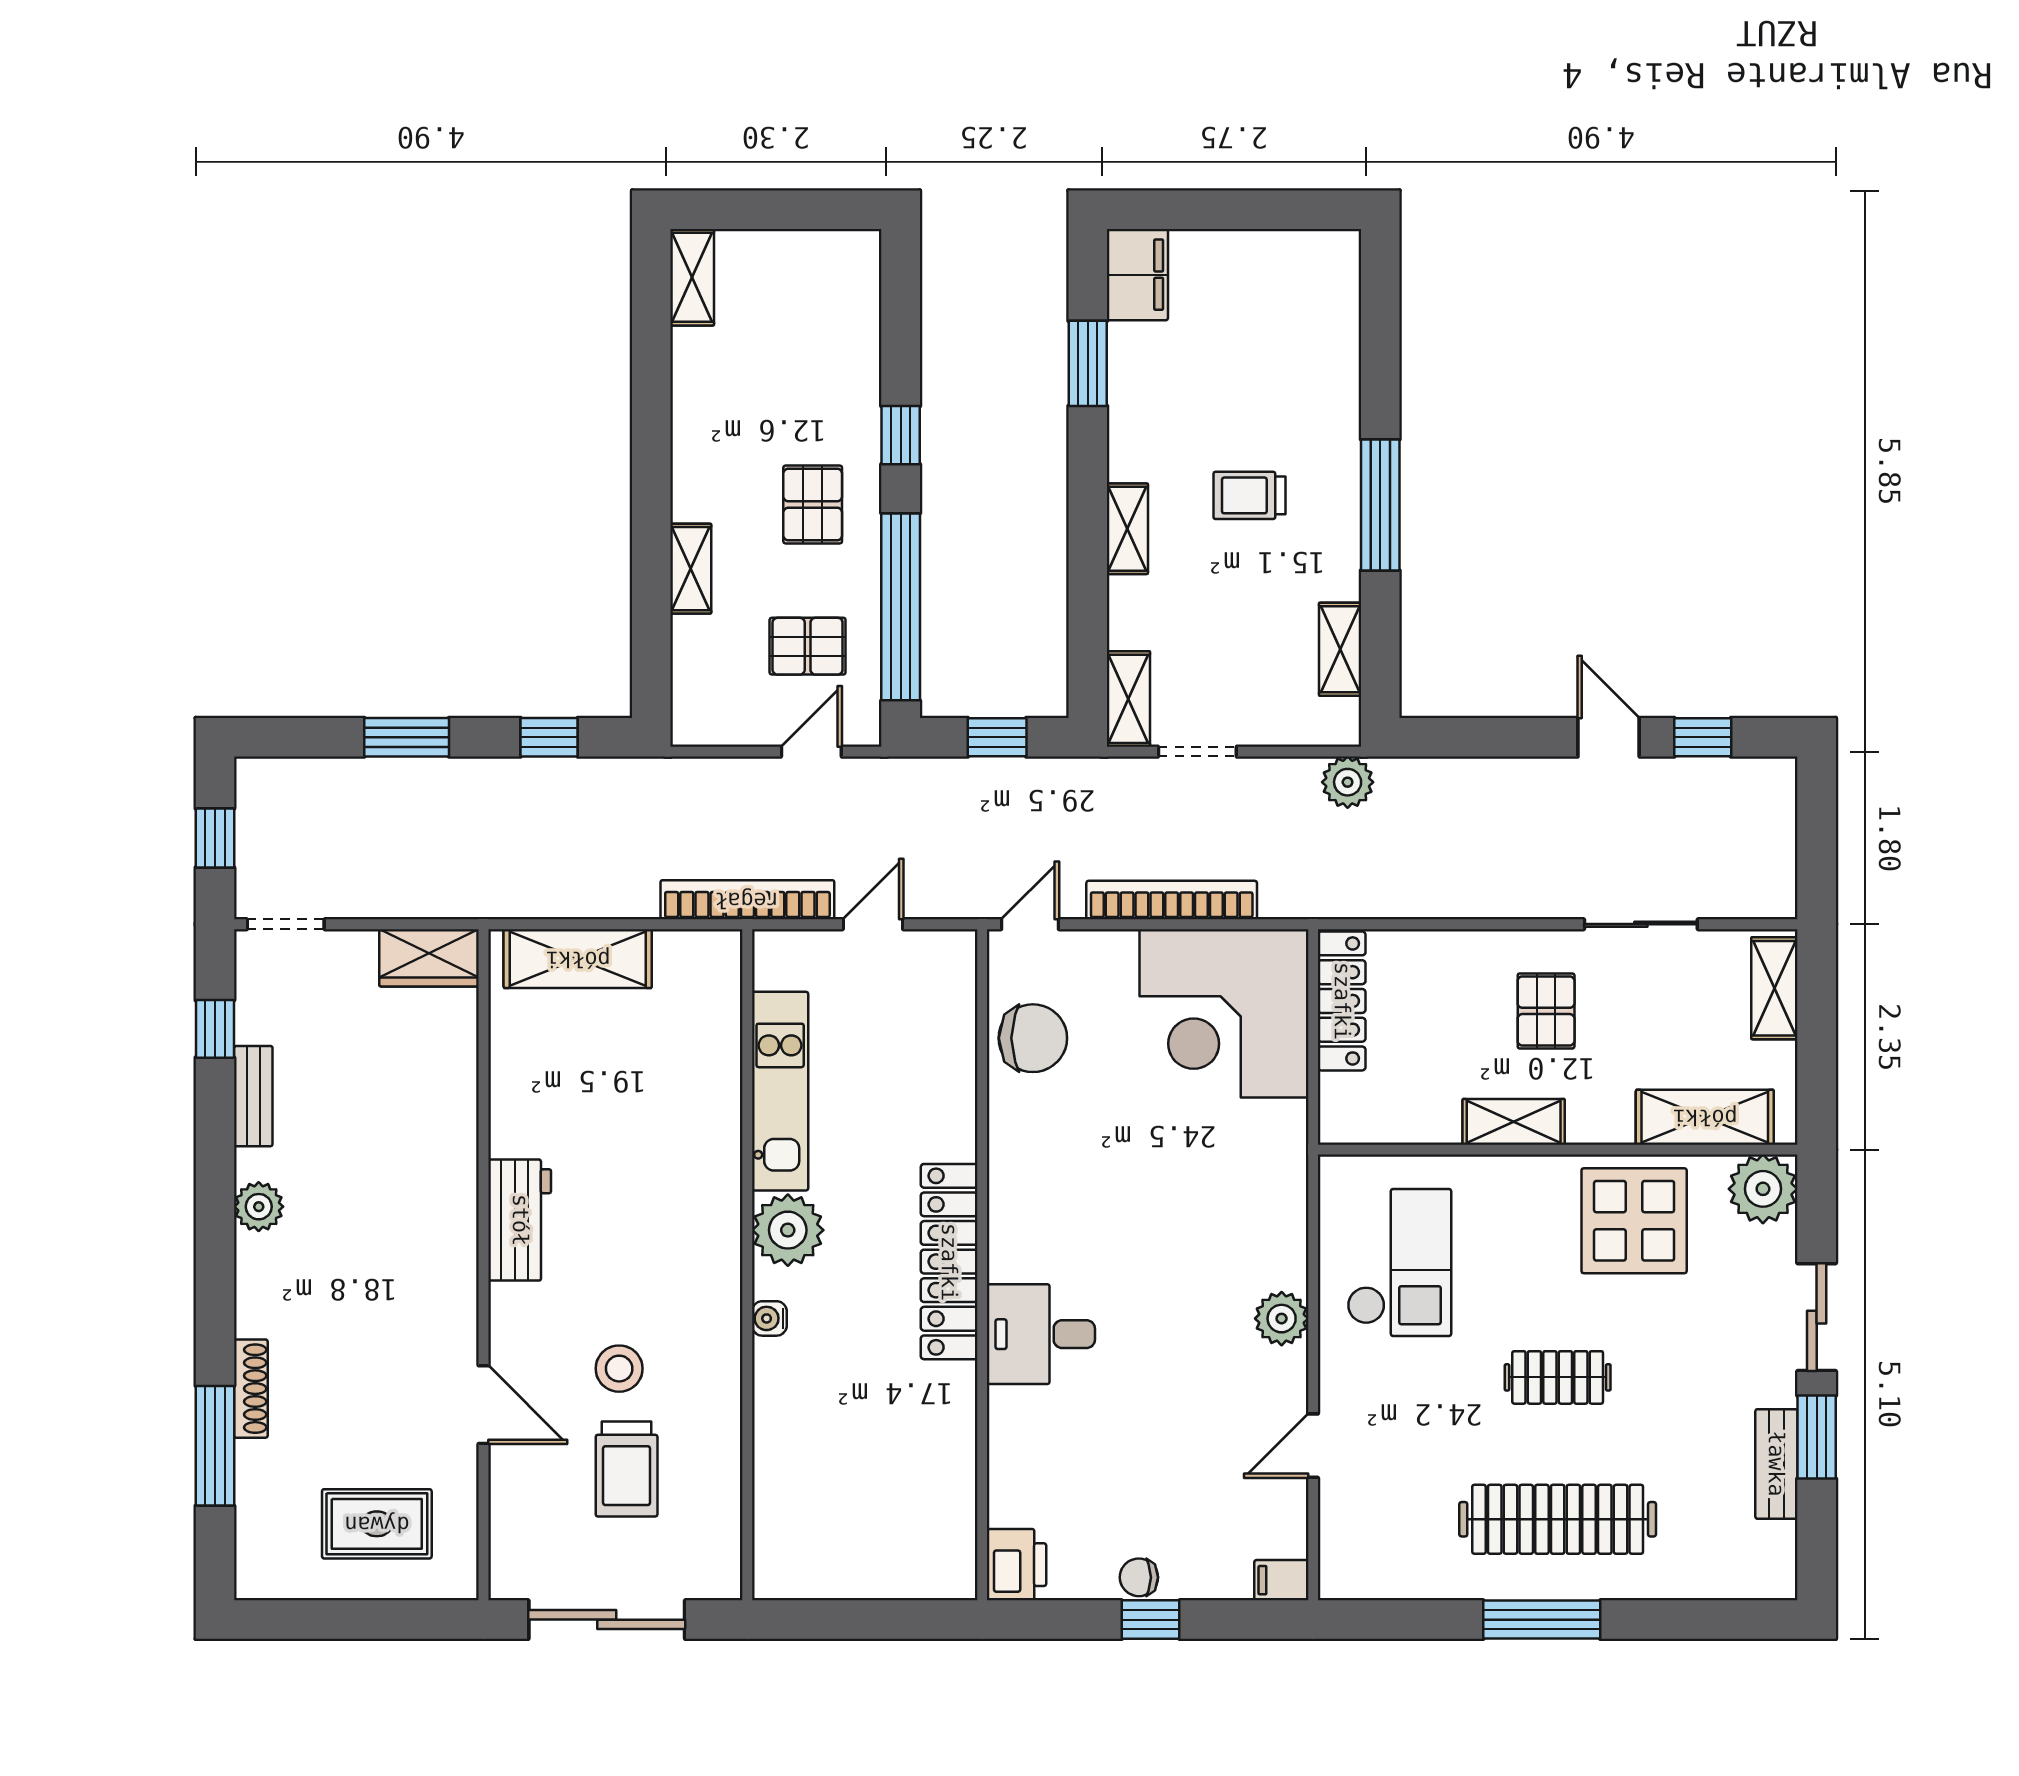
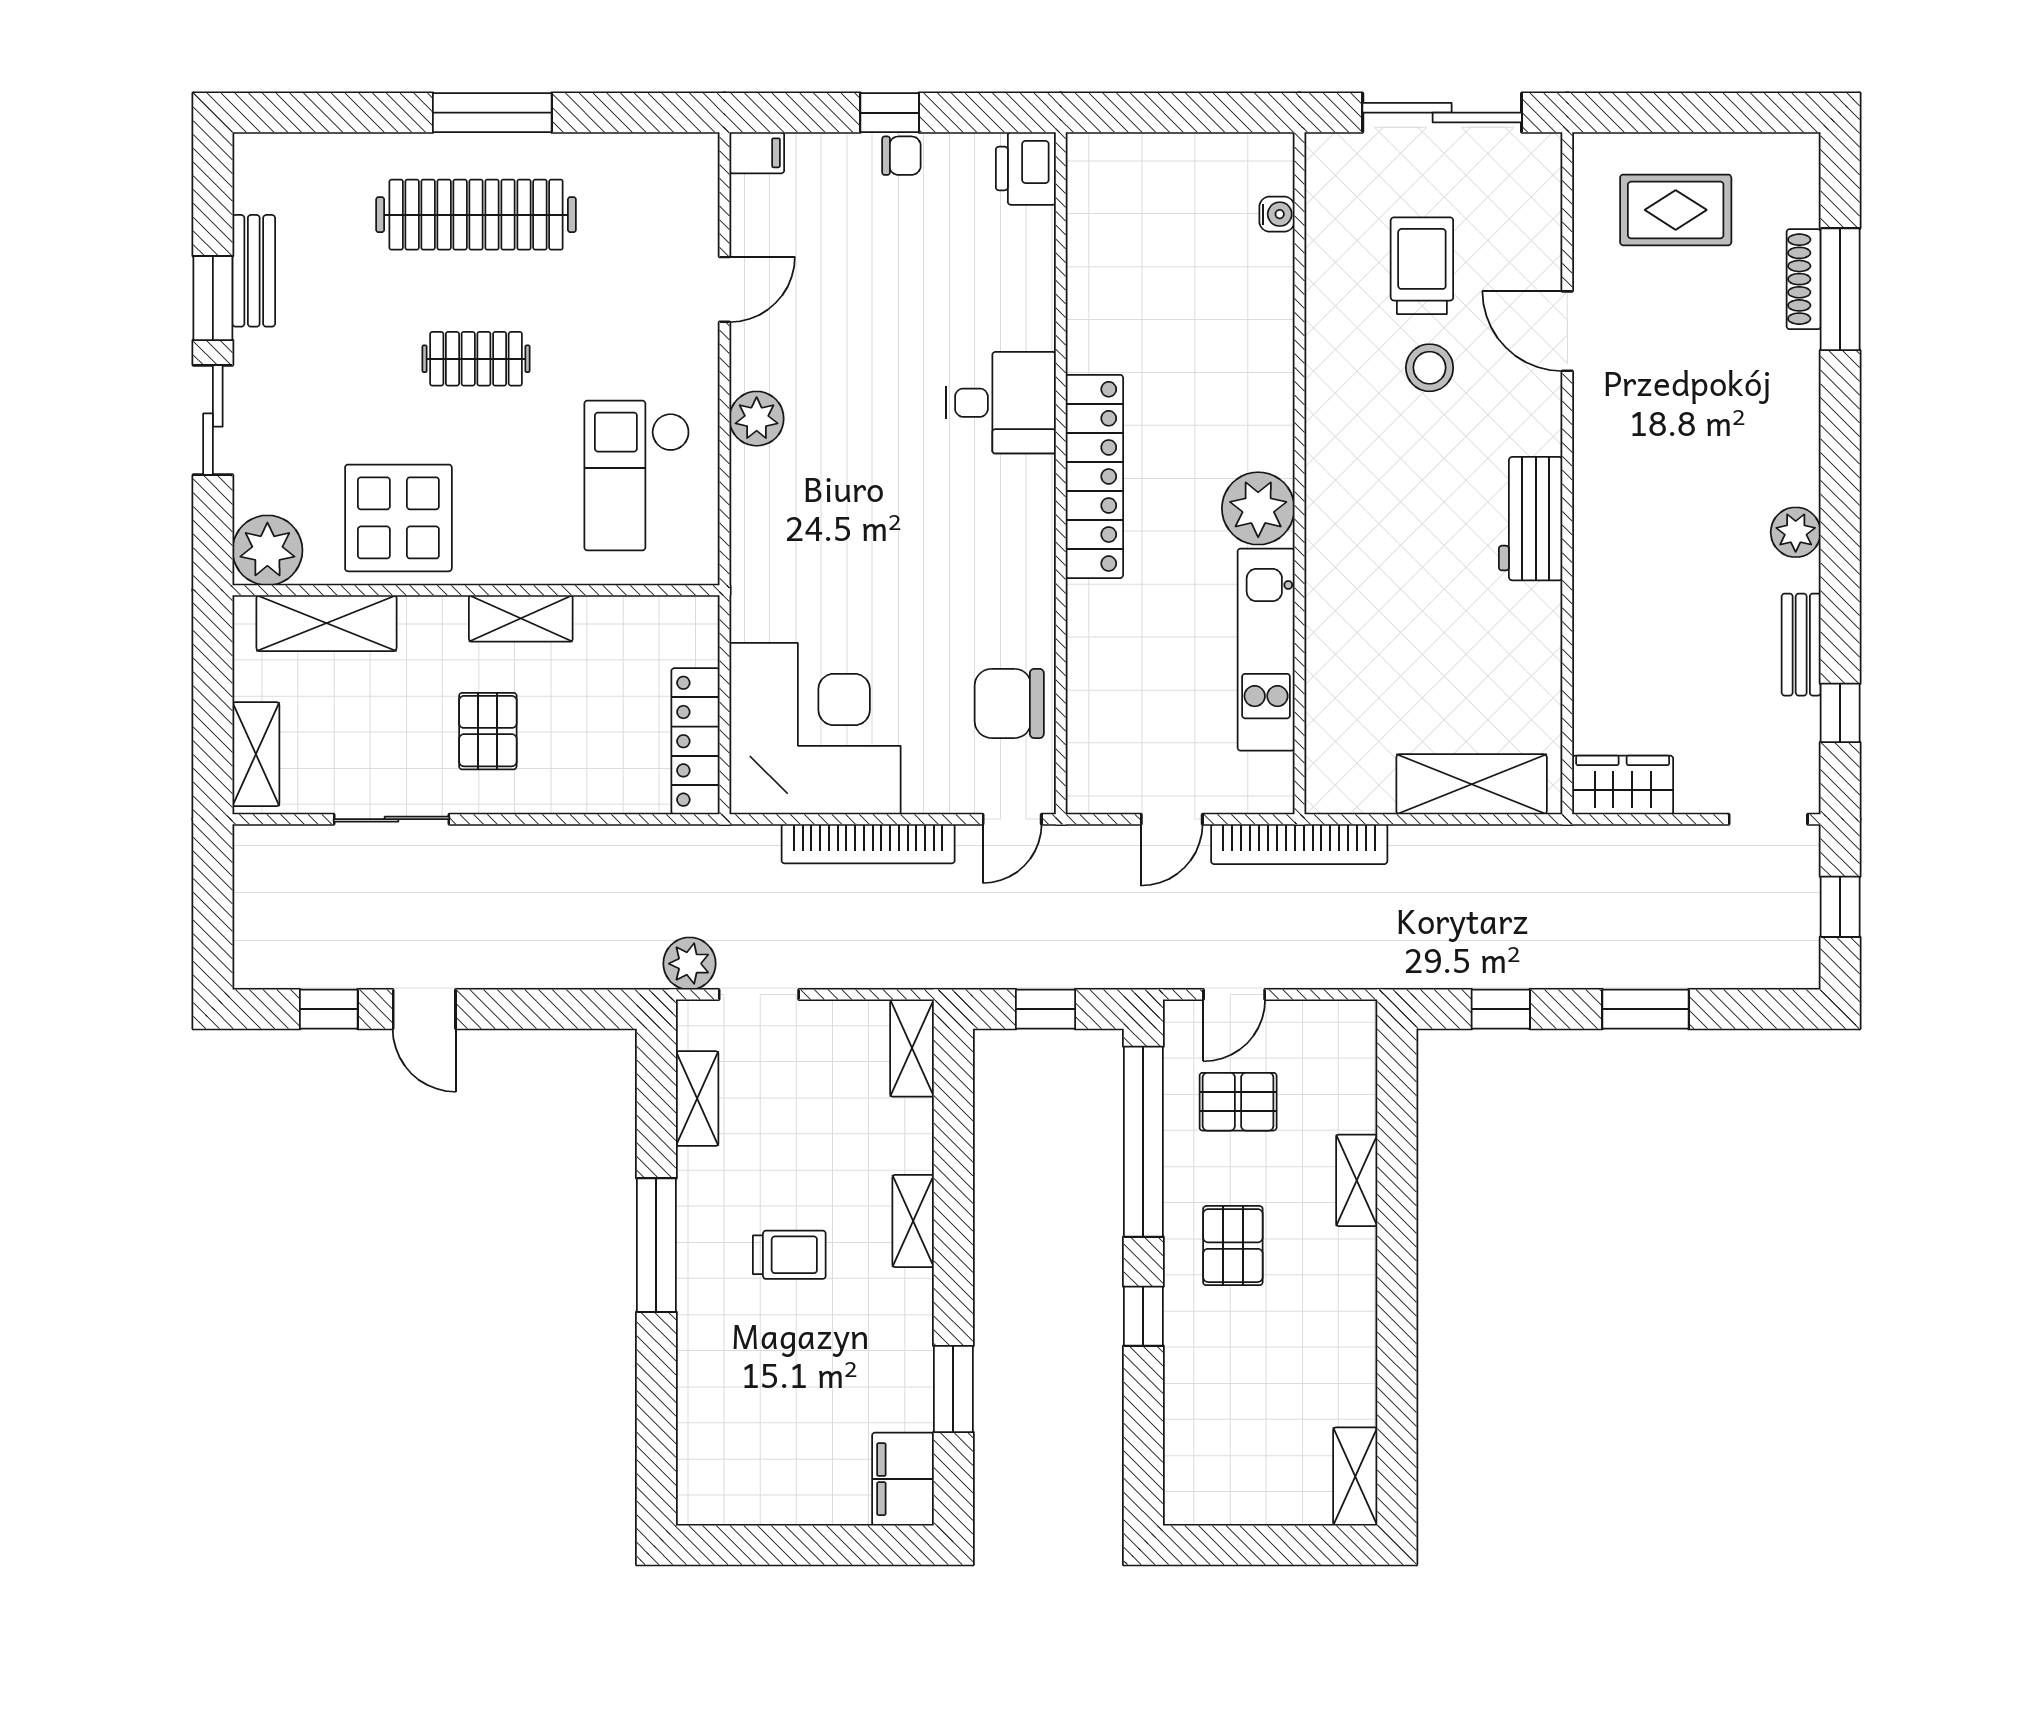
doorway: (1197, 752) -> (759, 995), moved
water cooler: (769, 1318) -> (1277, 214), moved
shoe rack: (251, 1389) -> (1804, 279), moved

